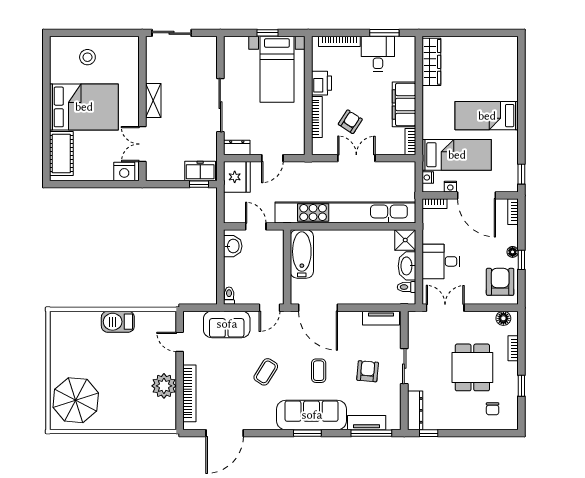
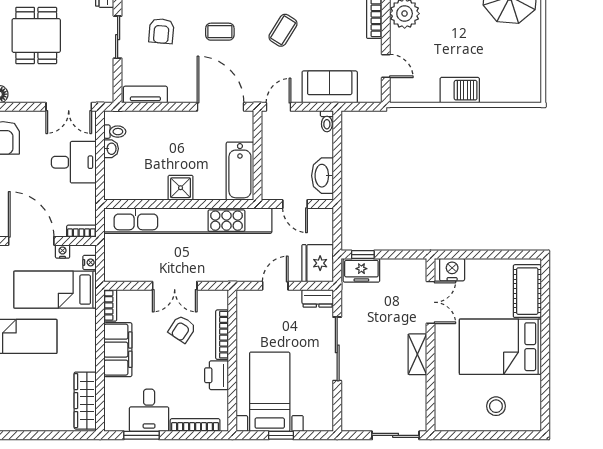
shower: (405, 240) -> (181, 188), moved
washbasin: (233, 246) -> (322, 176), width x1.38
washbasin: (407, 266) -> (111, 149), width x0.52, depth x0.69
coffee table: (319, 371) -> (220, 32), turned 90

